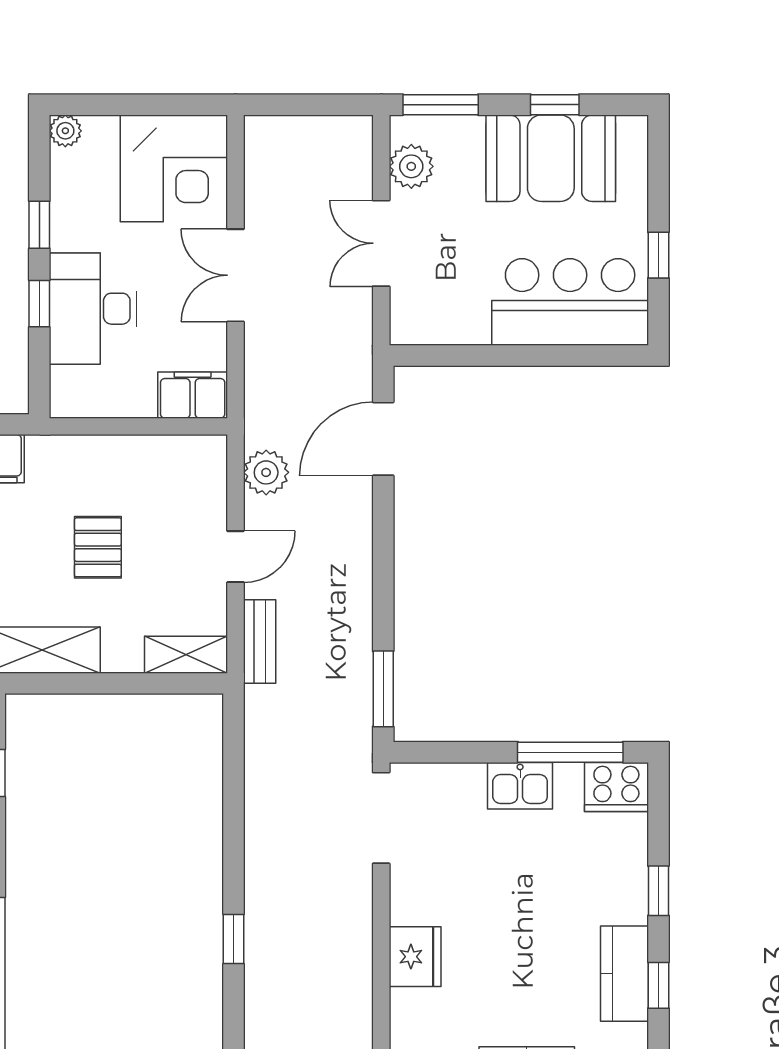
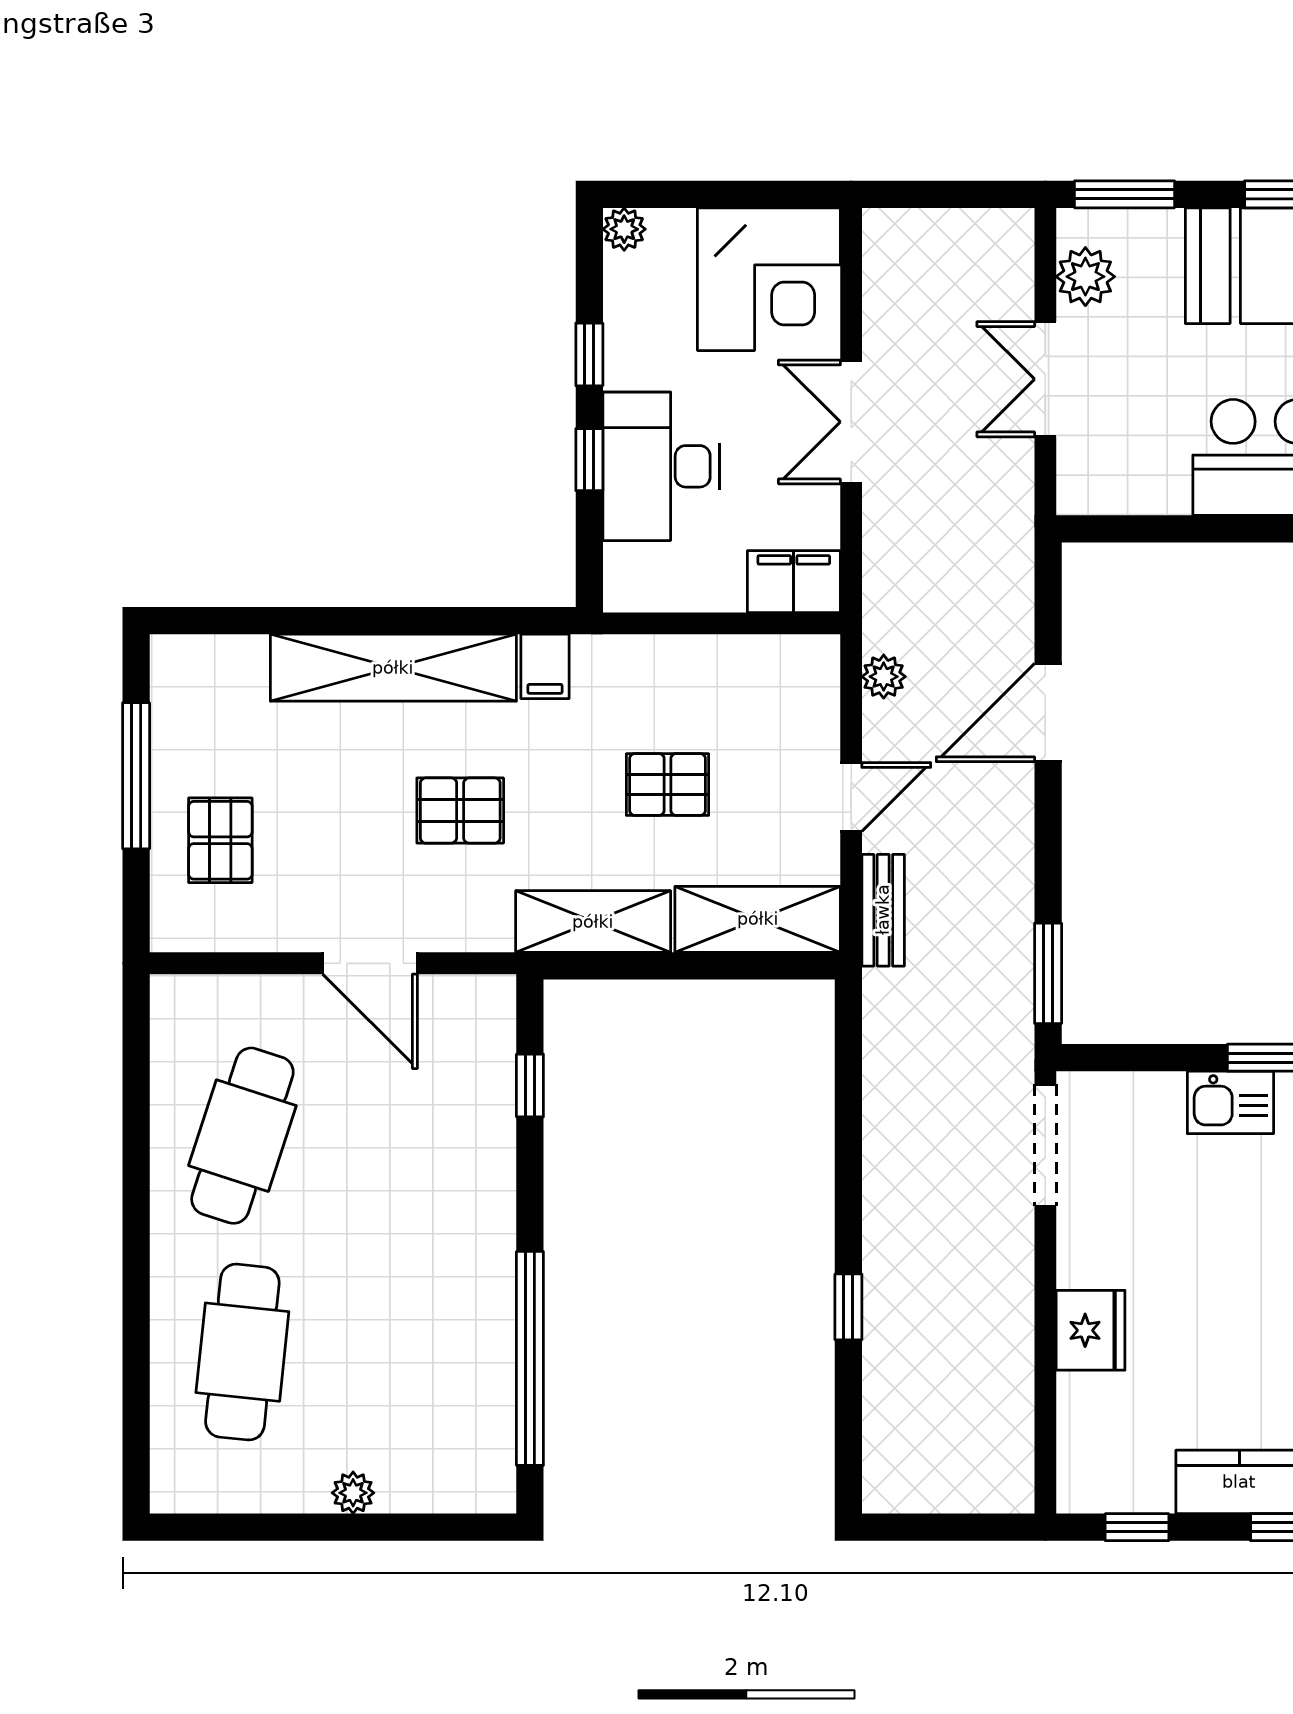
door: (383, 439) -> (1048, 713), moved
plant: (266, 472) -> (884, 677), width x0.73, depth x0.73
pallet: (98, 547) -> (667, 785), turned 90
shelving: (186, 655) -> (758, 919), width x1.50, depth x1.33

